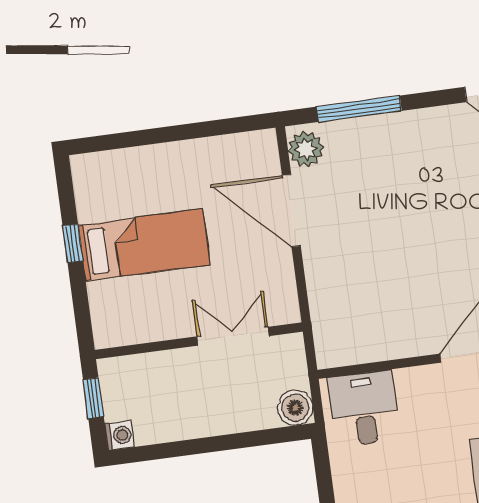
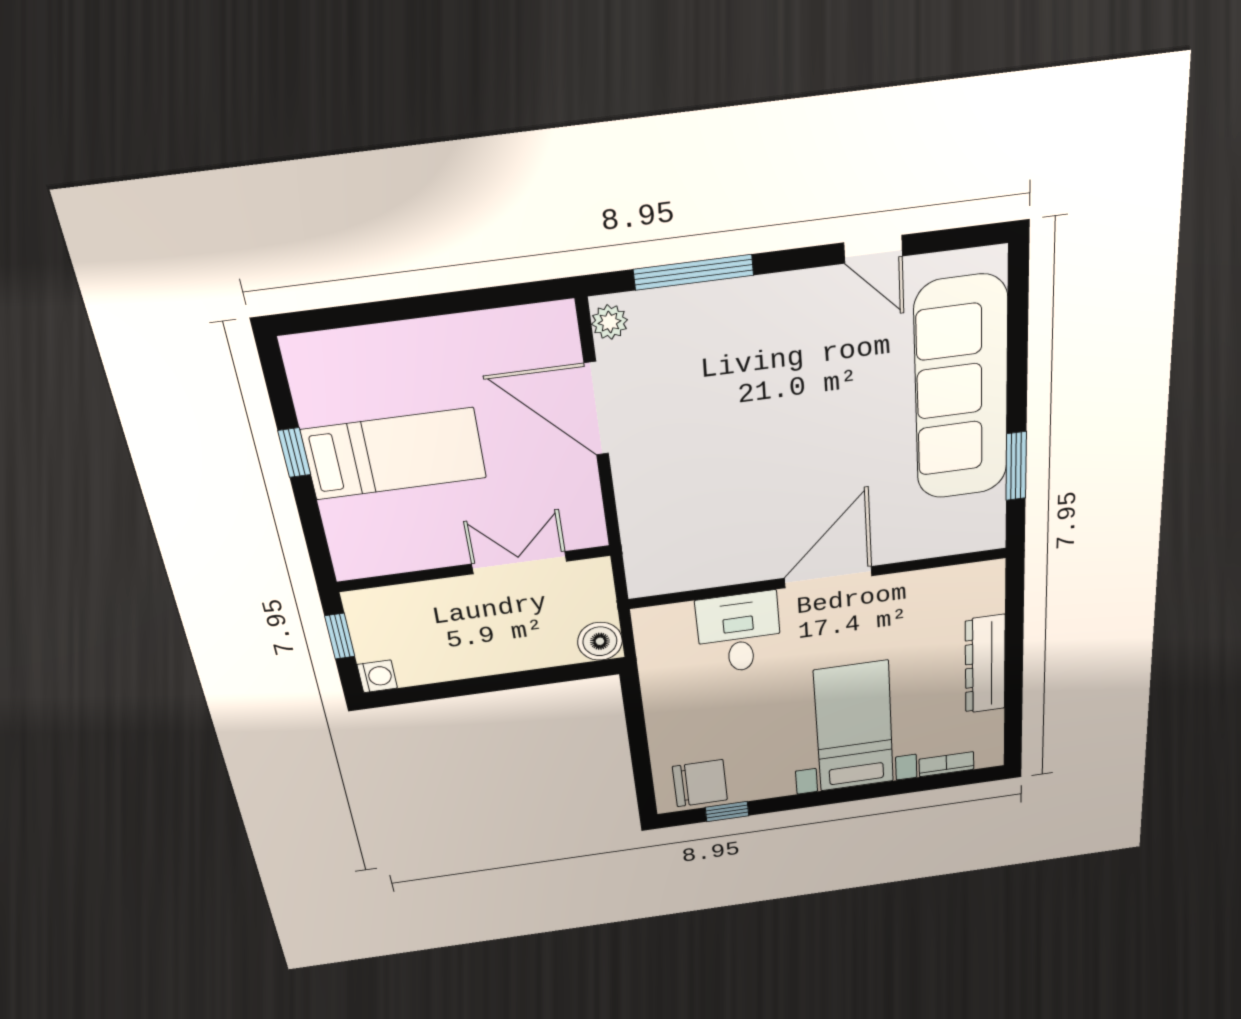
plant: (306, 149) -> (609, 322), width x0.73, depth x0.73
desk: (364, 408) -> (739, 633), moved

